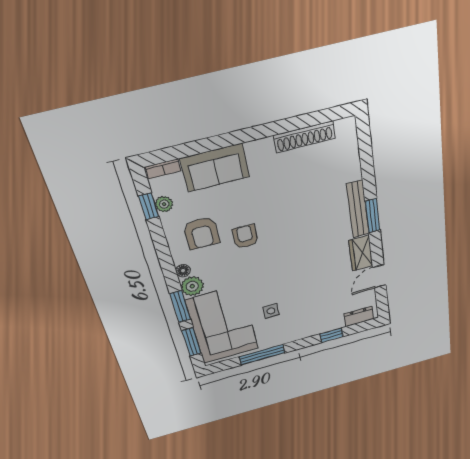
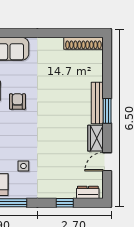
shoe rack: (305, 137) -> (83, 43), moved

